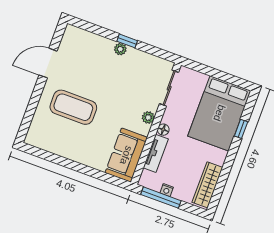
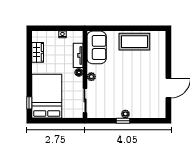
coffee table: (73, 107) -> (134, 42), moved
window: (241, 129) -> (29, 103), moved
wardrobe: (207, 185) -> (38, 52), width x0.67
window: (161, 198) -> (64, 28), removed

